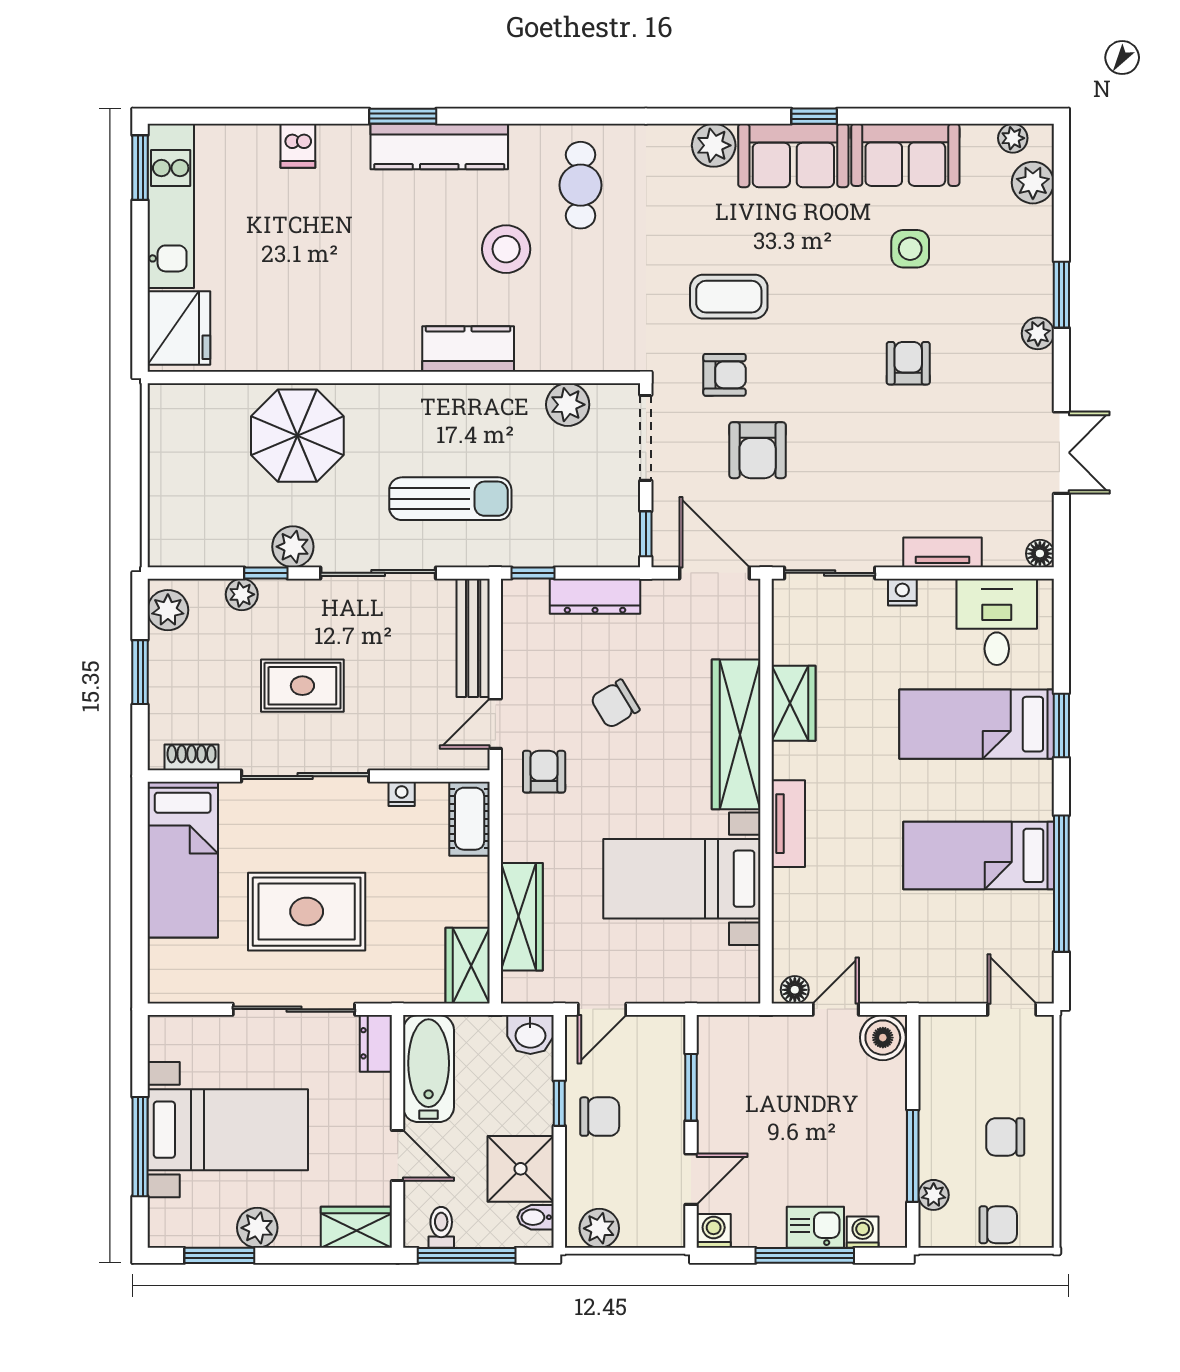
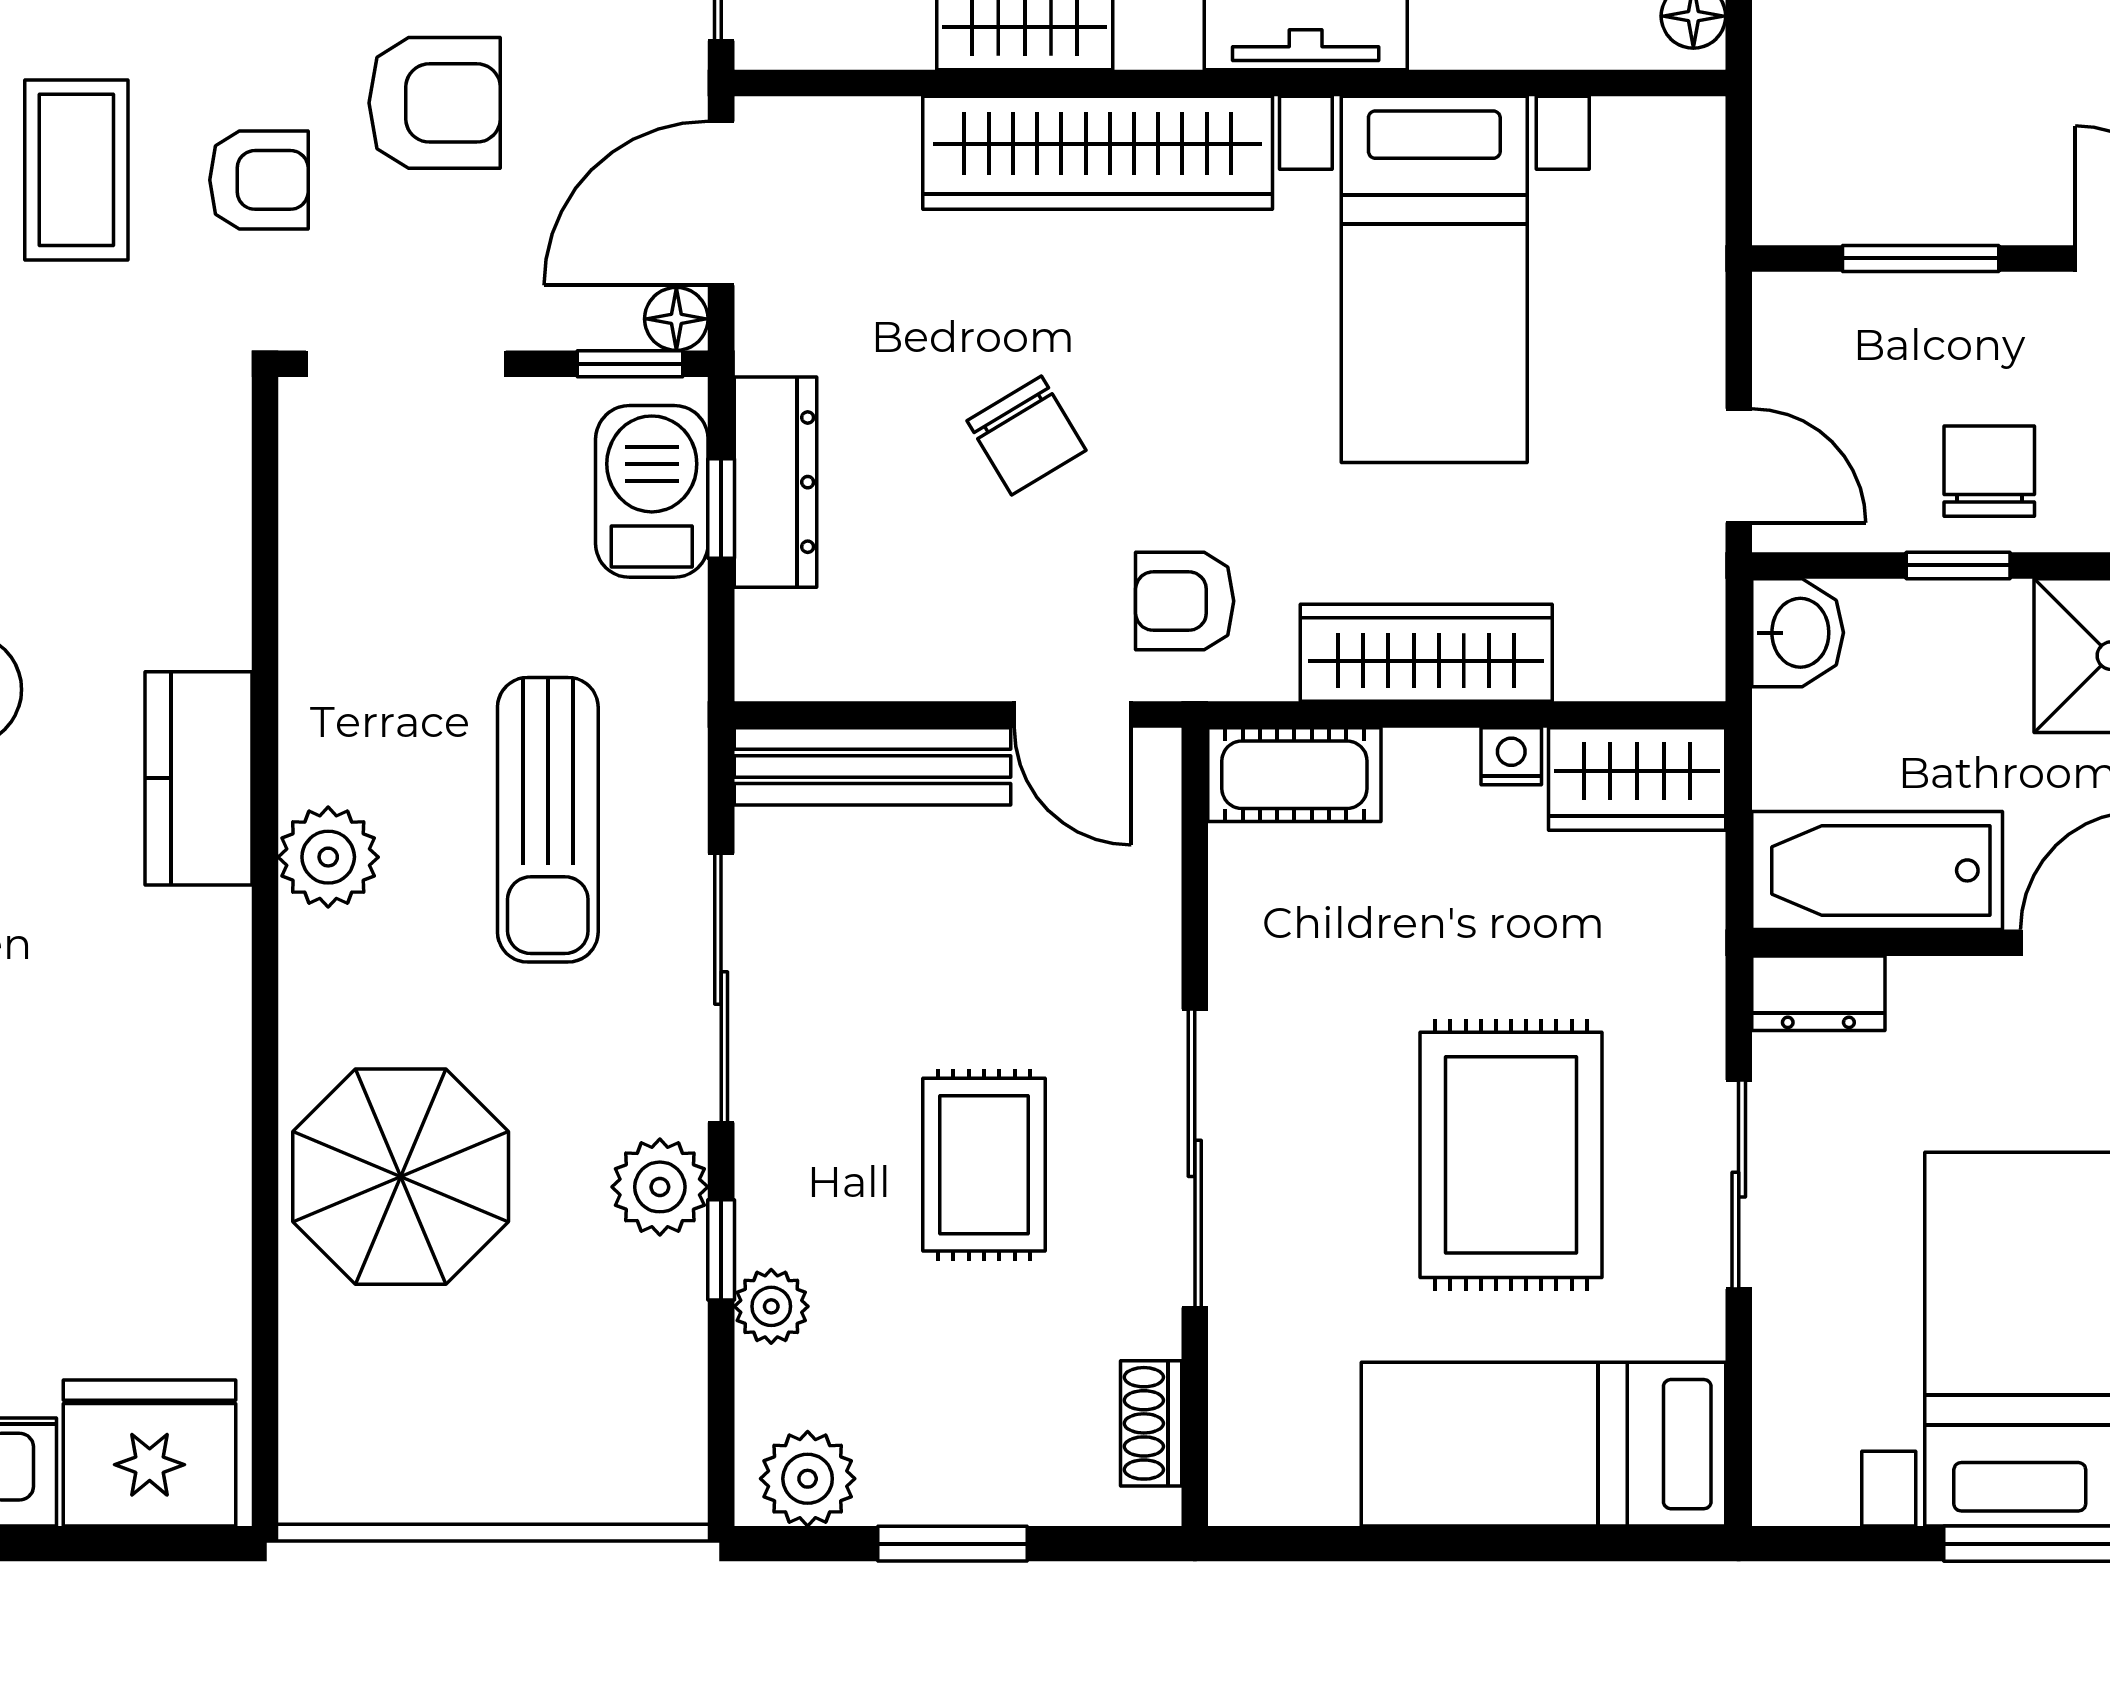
armchair: (725, 375) -> (259, 180), turned 90
plant: (568, 405) -> (328, 857), moved
sun lounger: (450, 499) -> (548, 820), turned 180
barbecue: (591, 543) -> (652, 491), added
floor lamp: (665, 554) -> (676, 319), added
window: (533, 573) -> (721, 508), moved
nightstand: (402, 794) -> (1511, 756), moved, turned 90
bed: (183, 860) -> (1544, 1444), moved, turned 180
wardrobe: (522, 917) -> (1426, 653), moved
sliding door: (294, 1009) -> (1739, 1185), width x0.73

